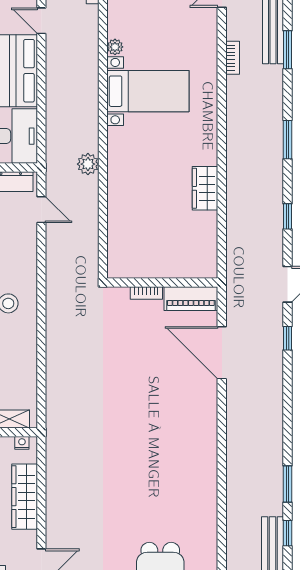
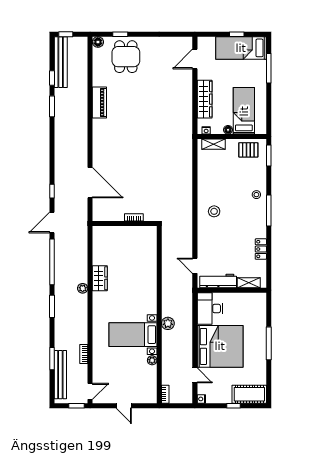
plant: (88, 164) -> (168, 323), moved
plant: (235, 171) -> (83, 288), added
window: (287, 216) -> (52, 262), width x3.17
piano: (191, 299) -> (99, 102), moved, turned 90

